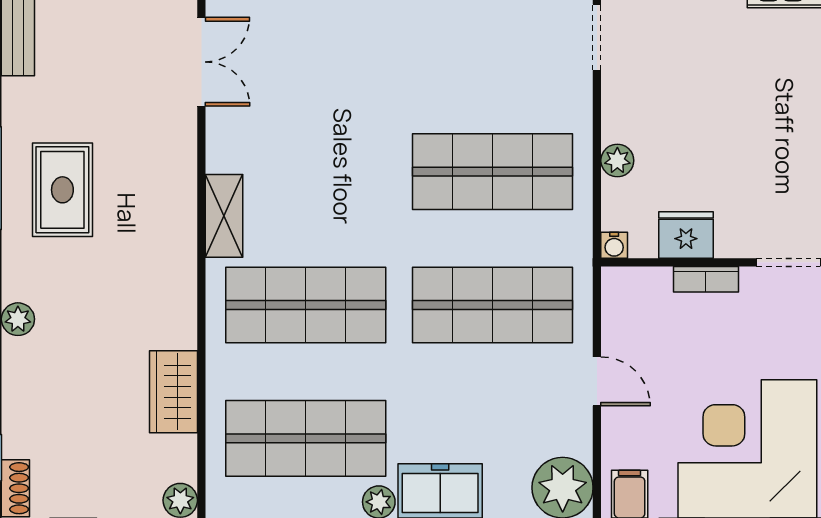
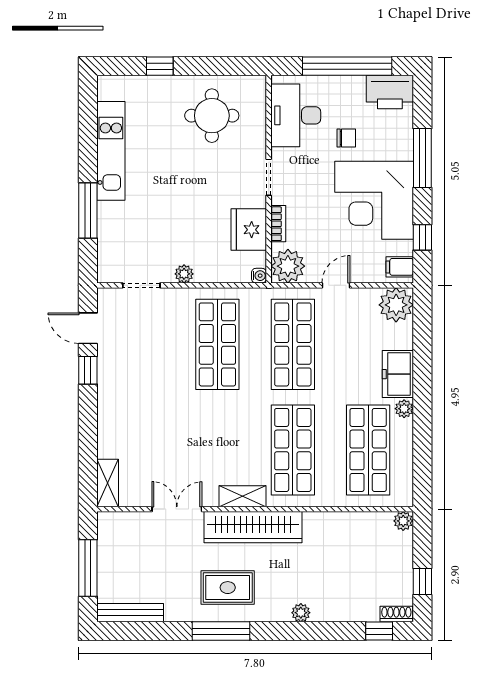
double door: (201, 62) -> (177, 509), moved
plant: (617, 161) -> (184, 274), moved
fridge: (686, 235) -> (249, 230), width x1.36, depth x1.34
plant: (631, 296) -> (288, 266), added
wardrobe: (173, 392) -> (253, 527), moved, width x2.10, depth x1.17

